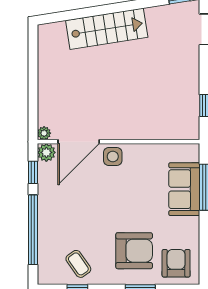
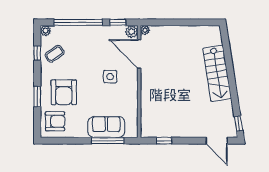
side table: (113, 157) -> (110, 77), moved
plant: (45, 277) -> (46, 31), added

